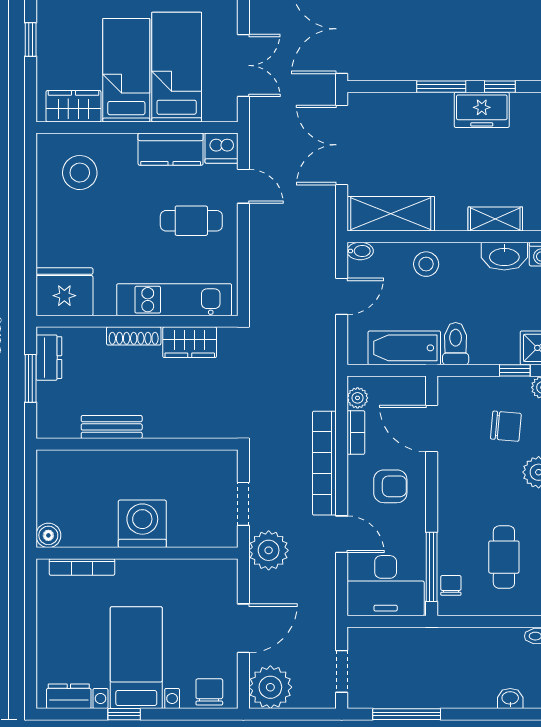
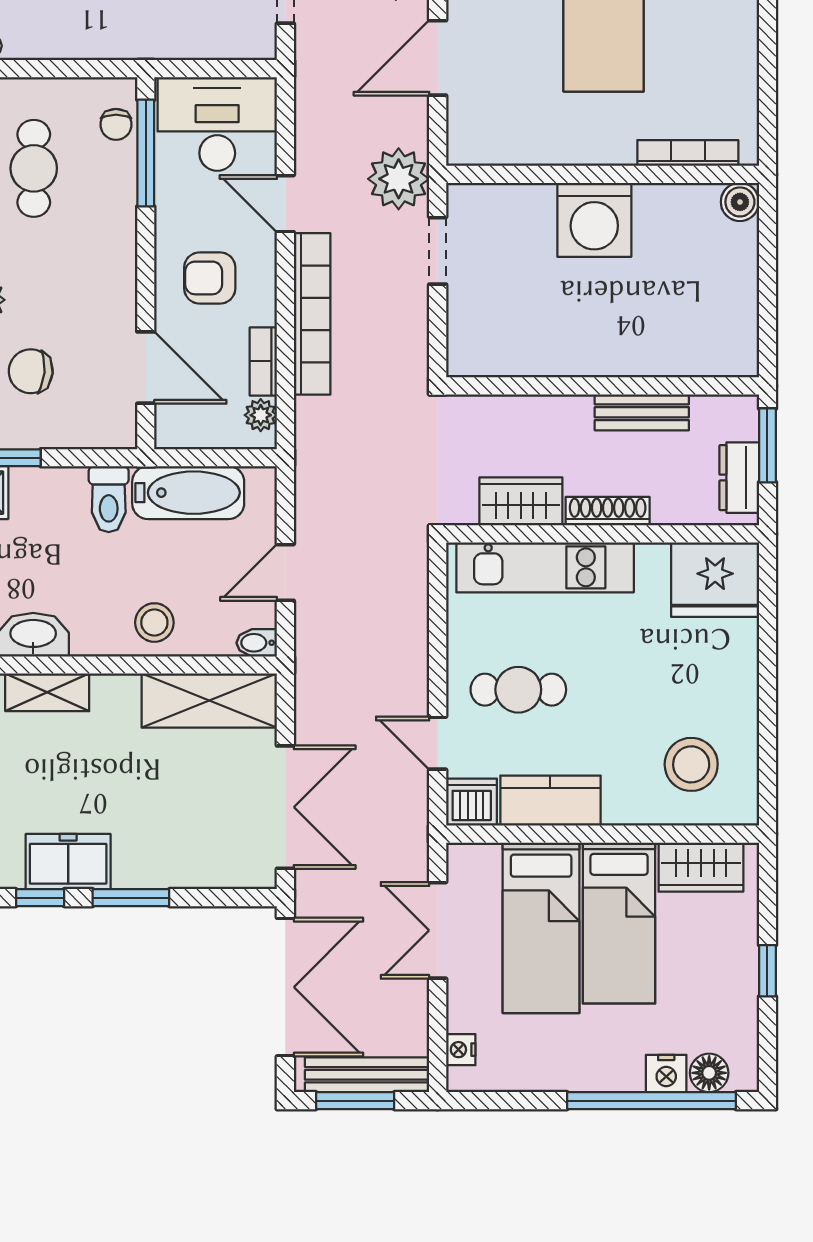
bench: (112, 427) -> (642, 412), moved
wall: (137, 444) -> (603, 386), moved

